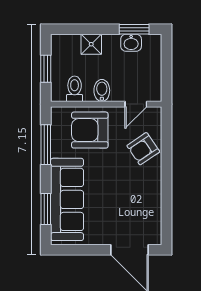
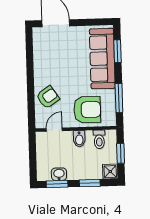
window: (89, 29) -> (90, 183), added
shower: (91, 44) -> (110, 172), moved

